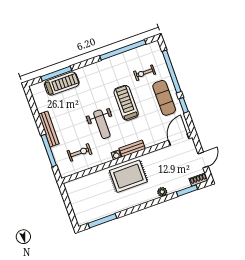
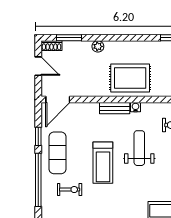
door: (203, 160) -> (38, 66), swing flipped

